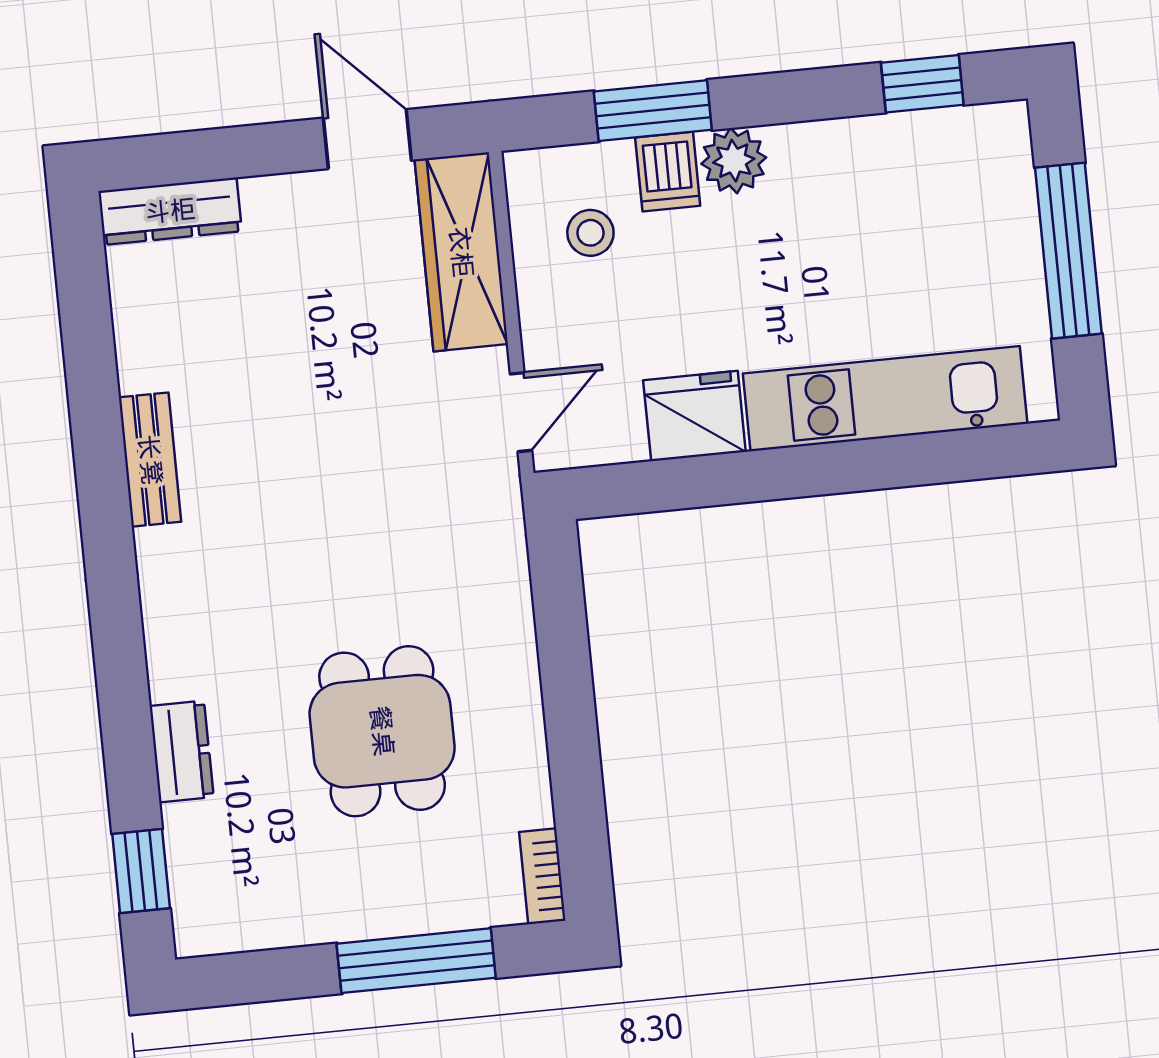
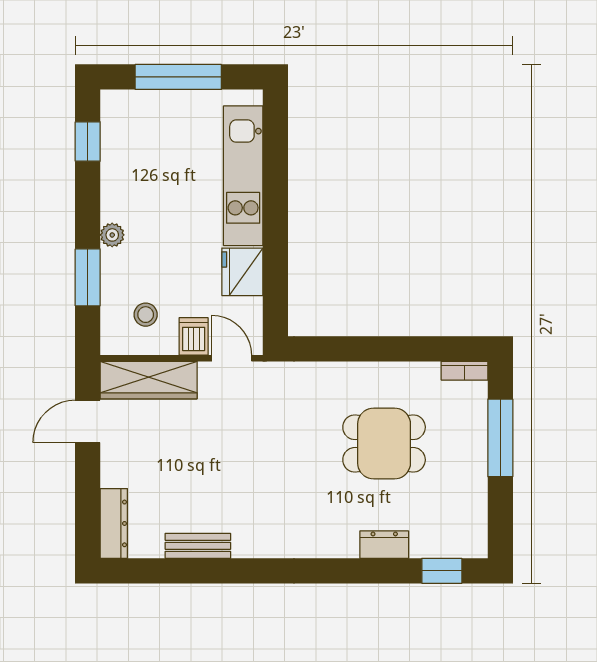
plant: (734, 161) -> (112, 235), width x0.73, depth x0.73
dishwasher: (668, 172) -> (194, 336), moved, turned -90
bench: (150, 460) -> (198, 546), moved

